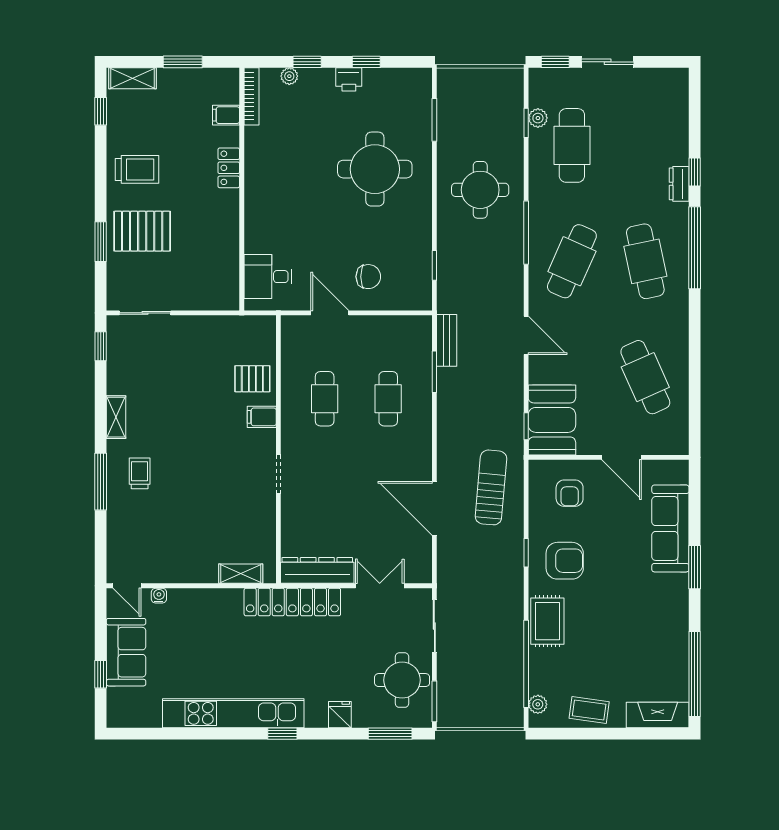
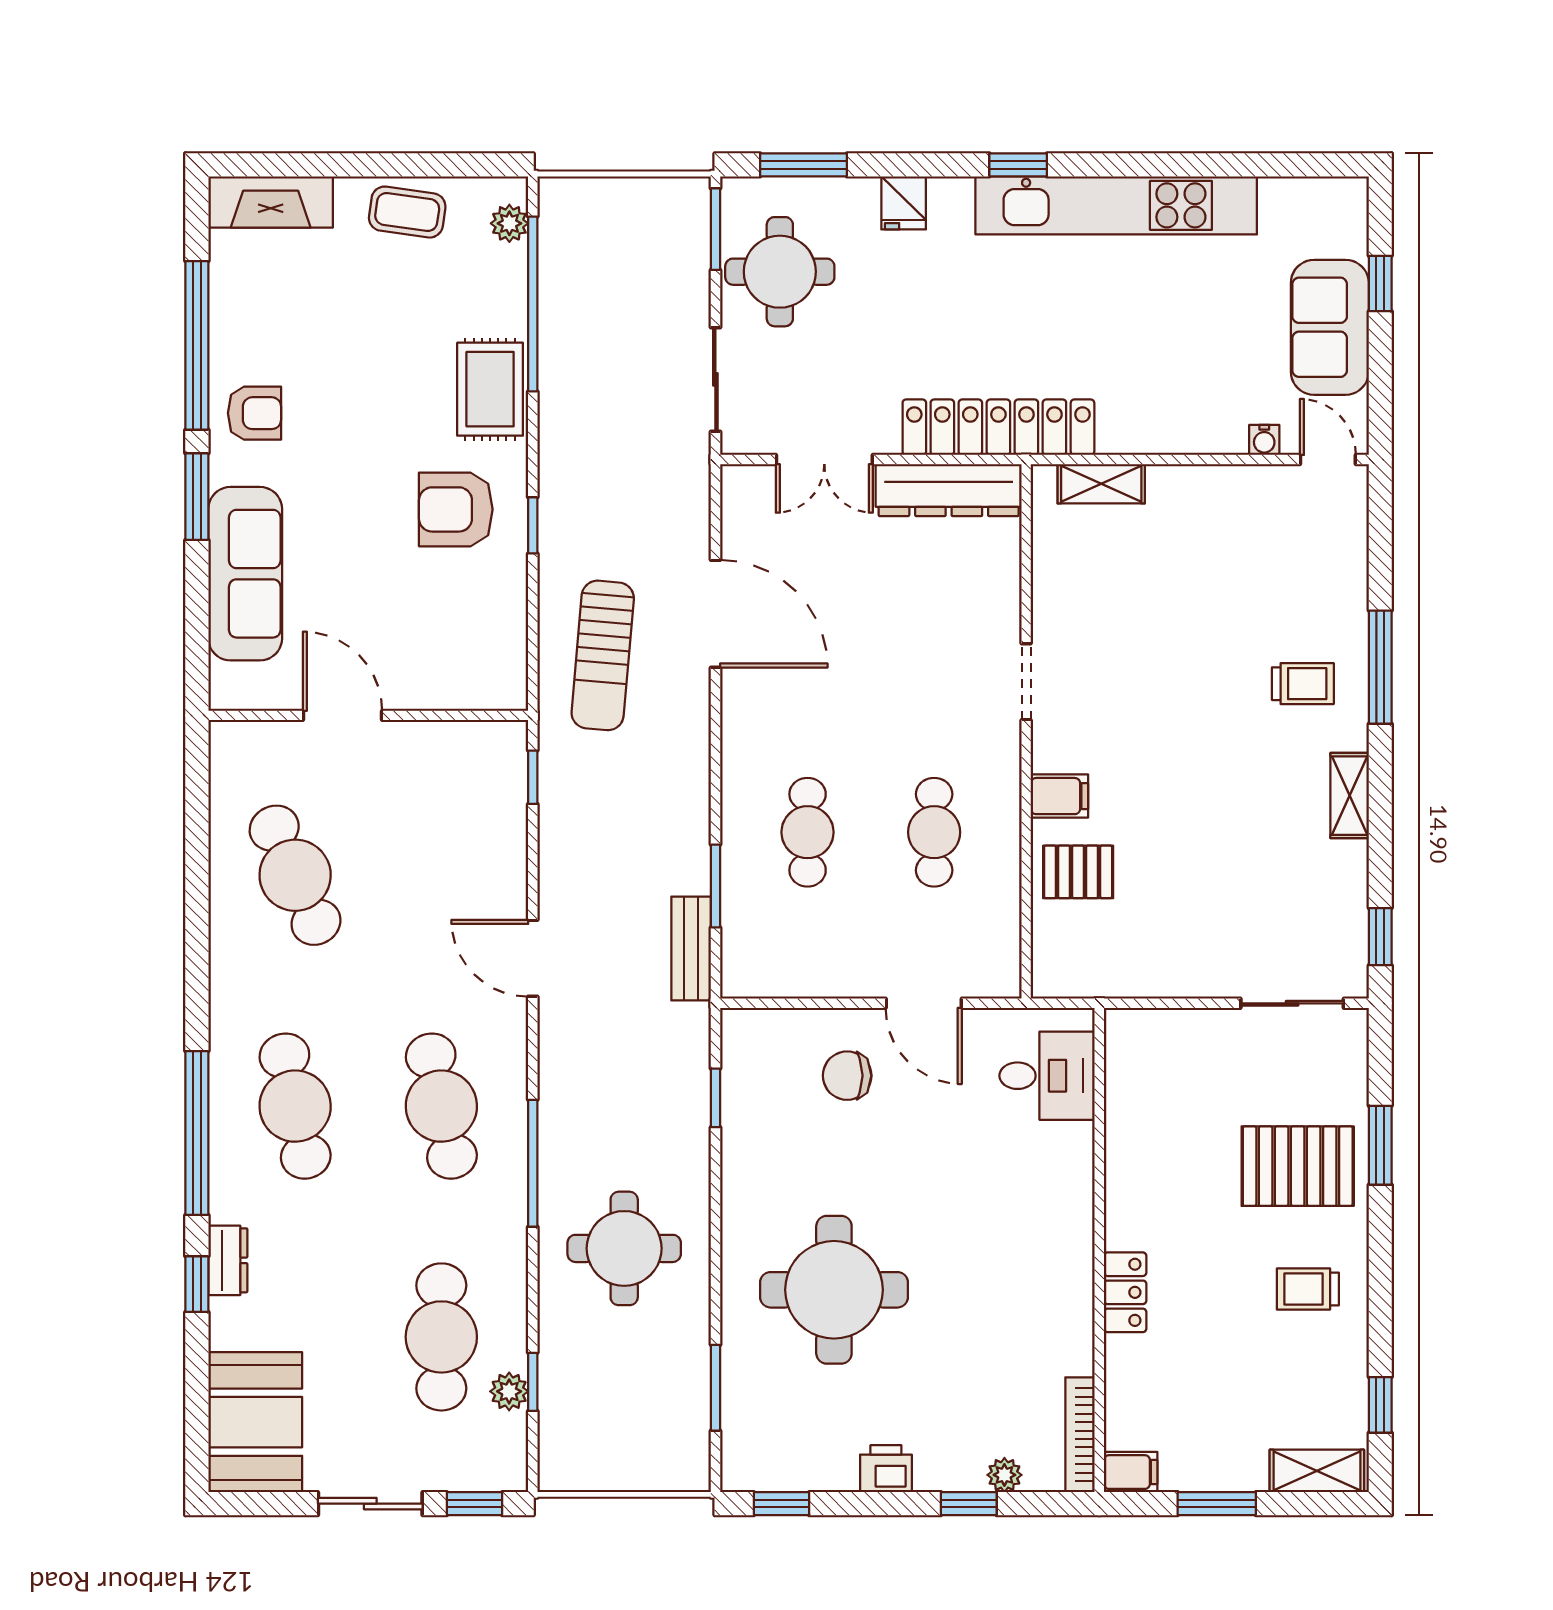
window: (366, 62) -> (781, 1504), moved
filing cabinet: (226, 115) -> (1131, 1472), moved
trolley: (137, 169) -> (1308, 1289), width x0.73, depth x0.72
cafe table: (572, 261) -> (441, 1106), turned -36
booth: (552, 420) -> (255, 1422), moved
trolley: (140, 473) -> (1303, 684), turned -90
armchair: (570, 493) -> (255, 413), moved, turned 90
window: (695, 674) -> (197, 345), moved

